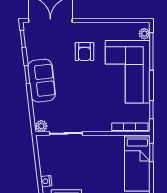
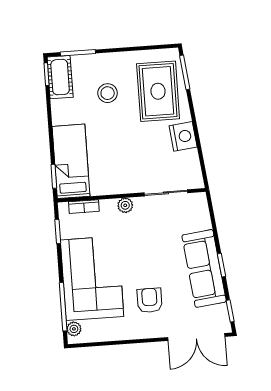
sofa: (42, 81) -> (204, 268), width x1.36
plant: (41, 126) -> (125, 205), moved
bookcase: (130, 127) -> (84, 207), width x0.64
nightstand: (46, 181) -> (183, 136), width x1.89, depth x1.79

